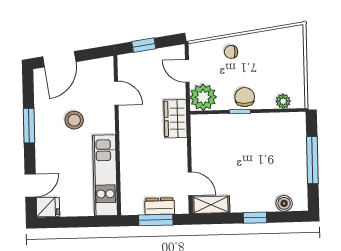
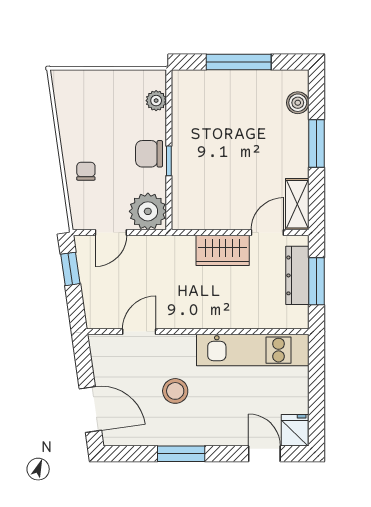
window: (144, 45) -> (70, 269), moved
chair: (231, 52) -> (86, 171), turned 180
wardrobe: (176, 119) -> (223, 250), moved
dresser: (160, 206) -> (297, 275), width x1.44
window: (255, 218) -> (316, 143), width x1.50

